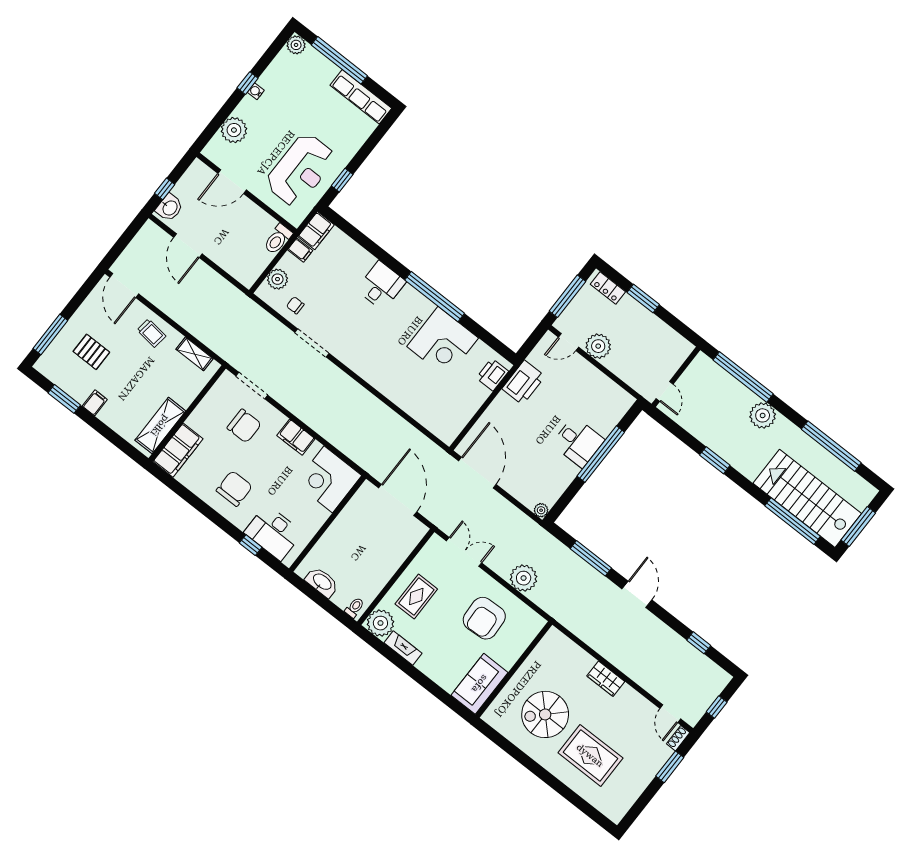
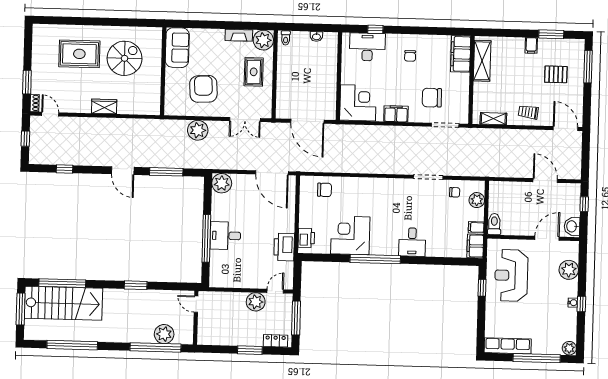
washbasin: (170, 208) -> (572, 226), moved
chair: (434, 412) -> (325, 190), added
plant: (763, 415) -> (164, 334), moved
chair: (234, 488) -> (410, 56), width x0.54, depth x0.54
plant: (541, 510) -> (222, 183), width x1.88, depth x1.88
washbasin: (322, 582) -> (316, 37), width x0.52, depth x0.69

